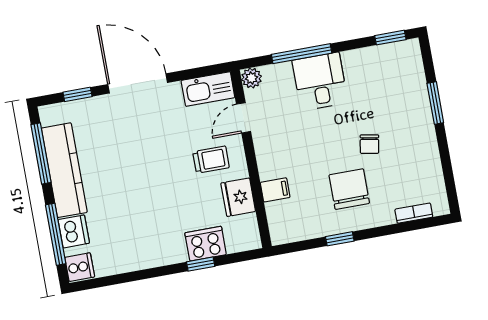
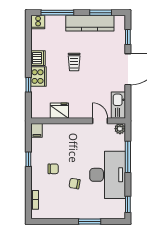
desk: (320, 82) -> (108, 175), width x1.87, depth x1.30
window: (41, 154) -> (101, 13), width x0.69
trolley: (211, 160) -> (74, 62), moved
chair: (349, 189) -> (53, 169), width x0.54, depth x0.54
filing cabinet: (275, 190) -> (37, 130), moved
dishwasher: (74, 231) -> (38, 58), moved, turned -90
cooker: (206, 244) -> (38, 77), moved

